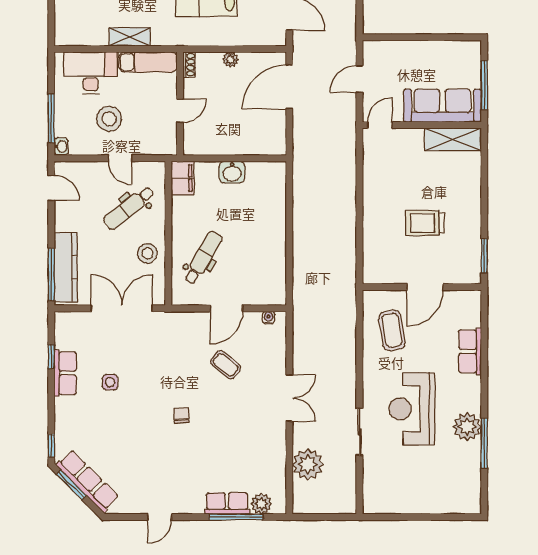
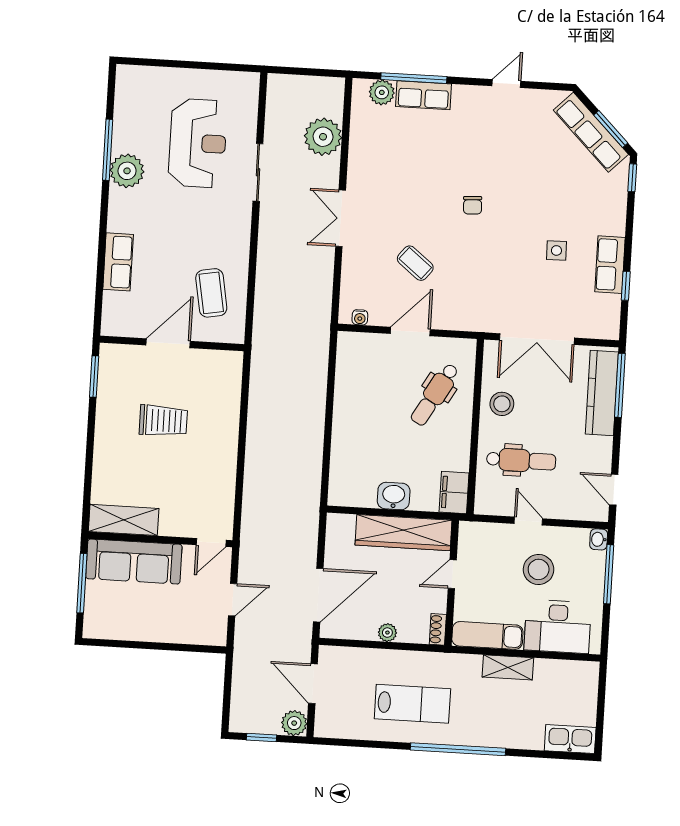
wardrobe: (222, 143) -> (403, 533), added
dental chair: (129, 208) -> (521, 460), turned 38
reception desk: (412, 409) -> (198, 143), moved

